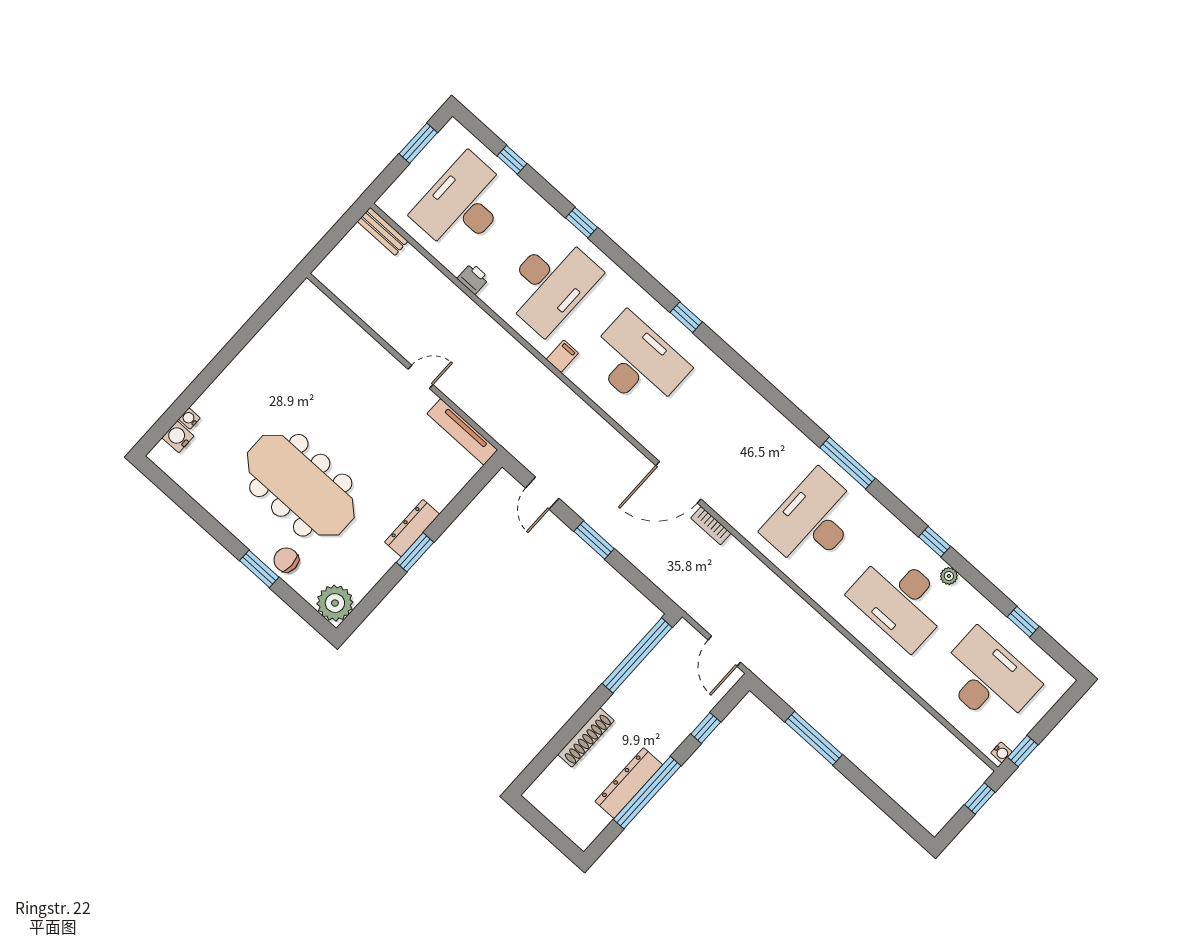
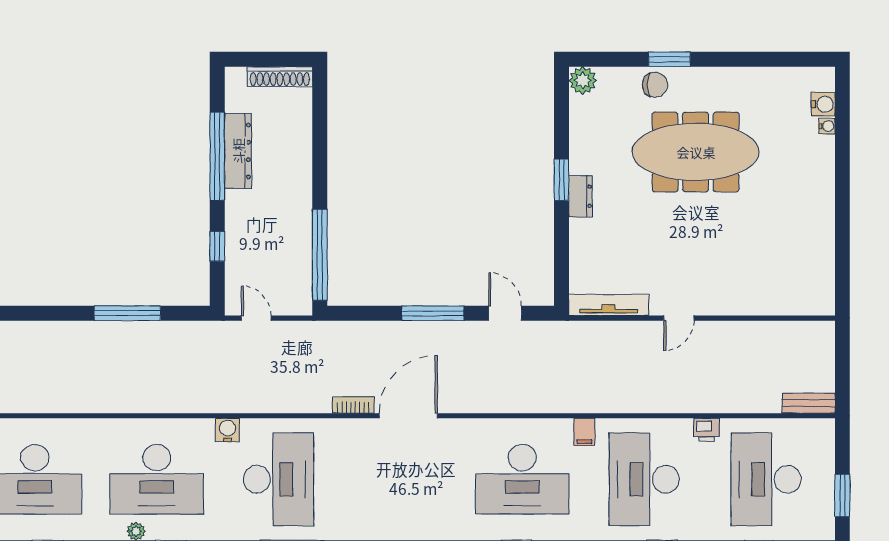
desk: (463, 204) -> (766, 479), turned 180
dresser: (412, 528) -> (581, 196), width x0.70
window: (594, 540) -> (433, 313), width x1.44
water cooler: (817, 589) -> (227, 430), added
desk: (900, 600) -> (157, 479), turned 180
plant: (335, 603) -> (583, 80), width x0.73, depth x0.73
door: (724, 651) -> (256, 318), width x0.73
shoe rack: (586, 737) -> (280, 77), moved, turned -90

